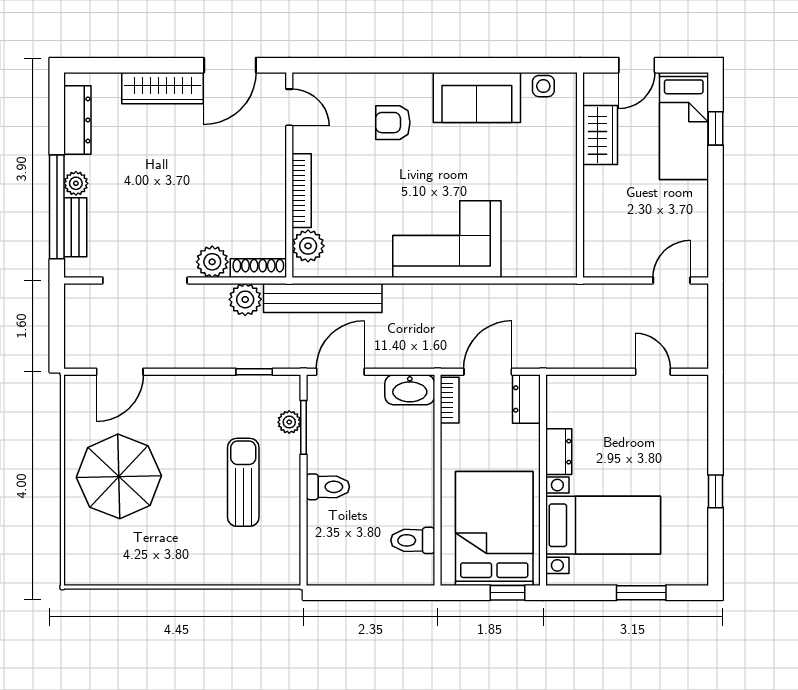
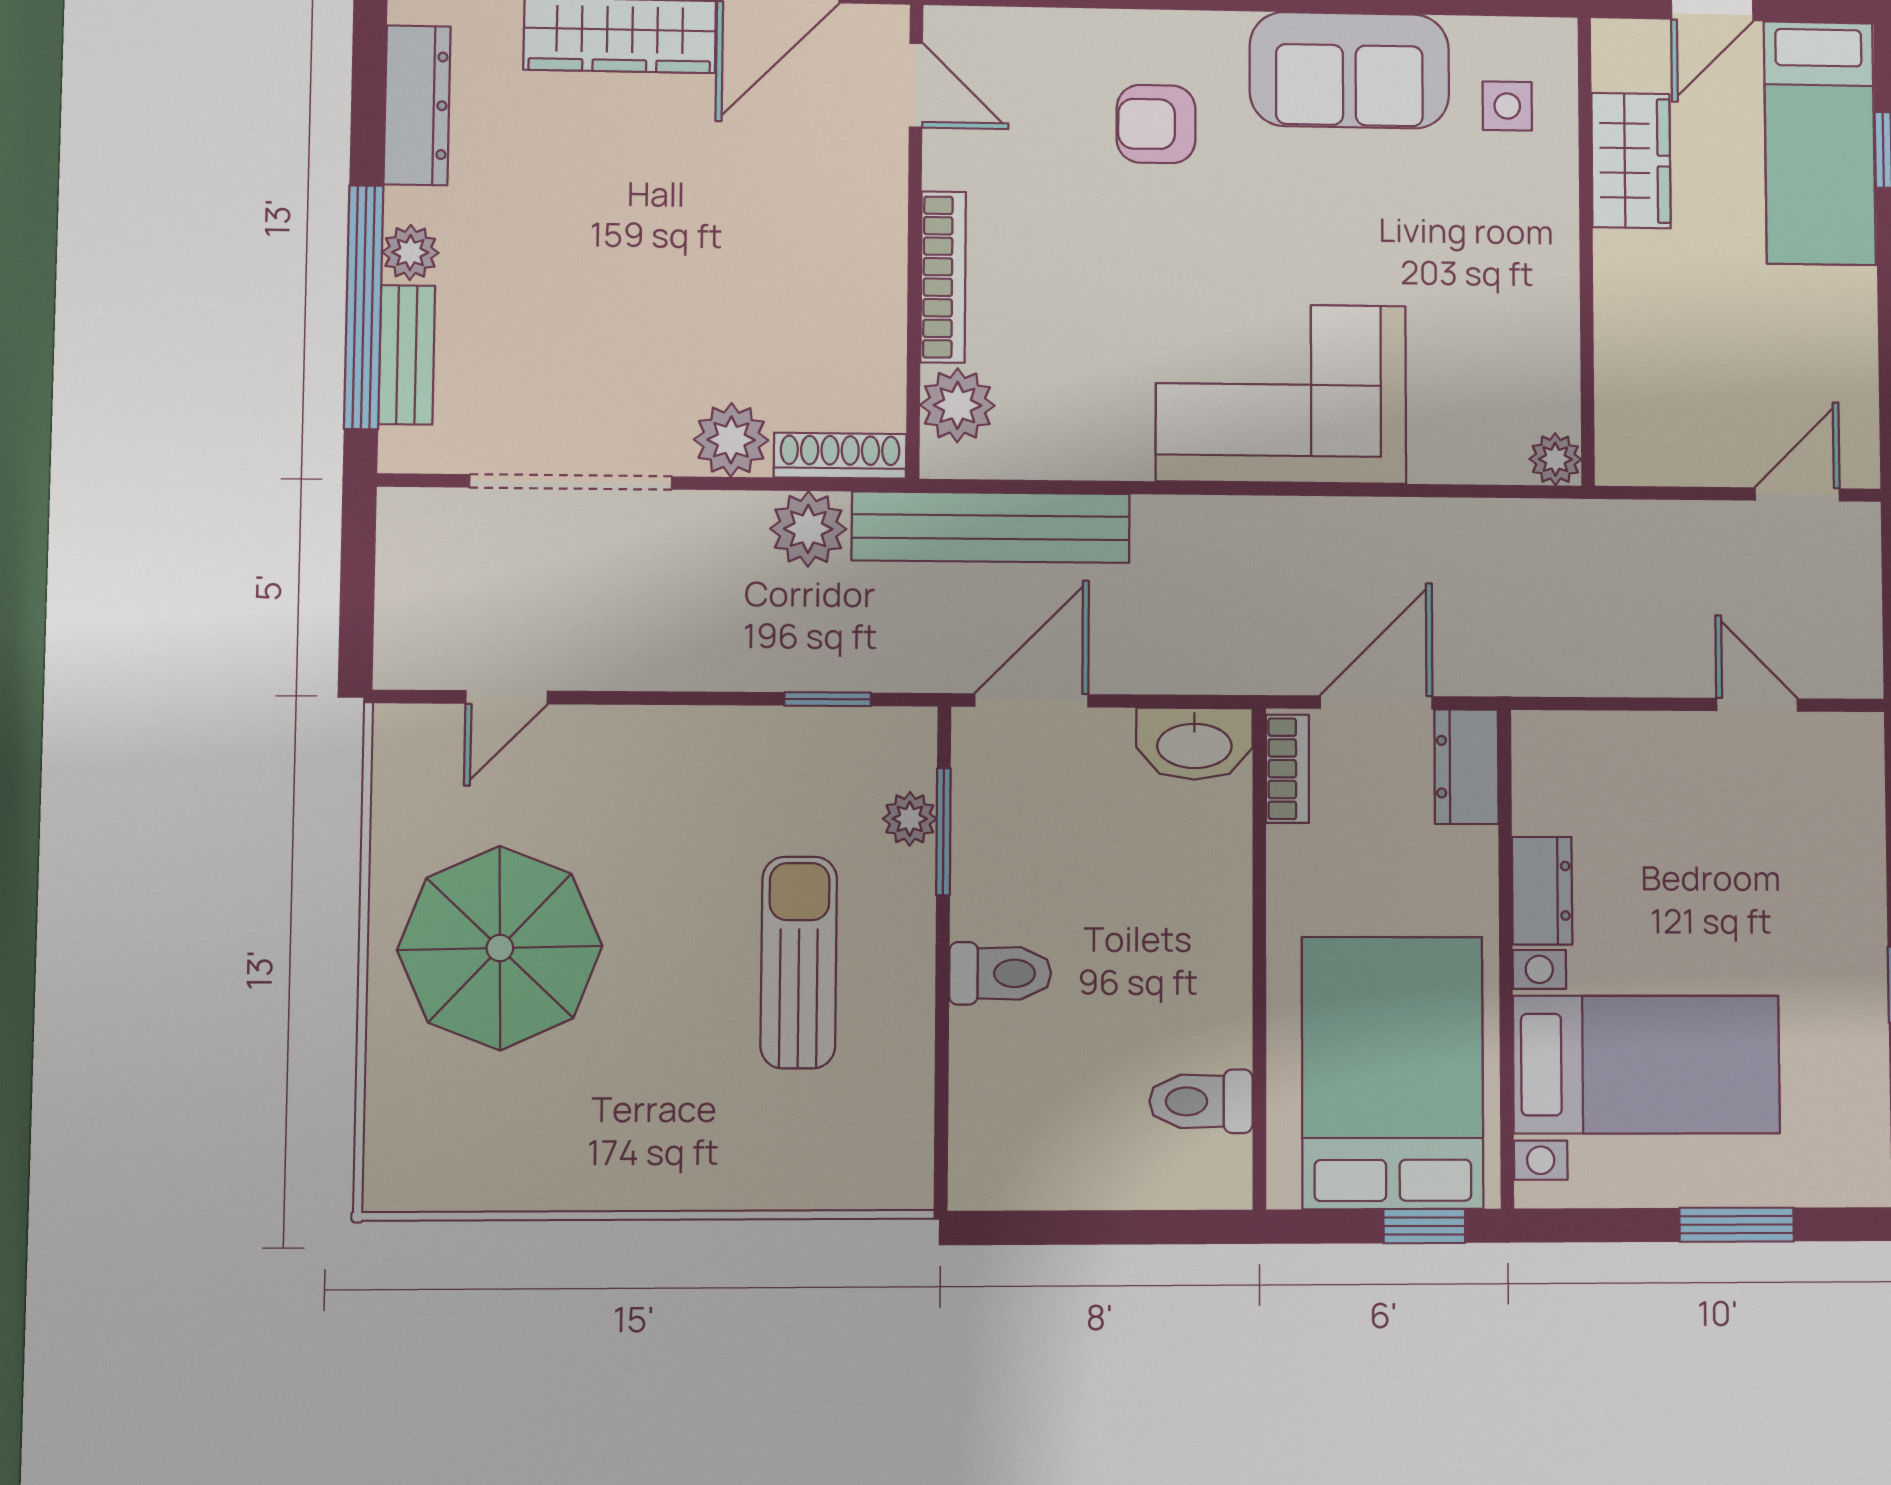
side table: (543, 86) -> (1507, 106), moved
plant: (566, 266) -> (1555, 459), added
door: (120, 372) -> (507, 697), width x0.73

